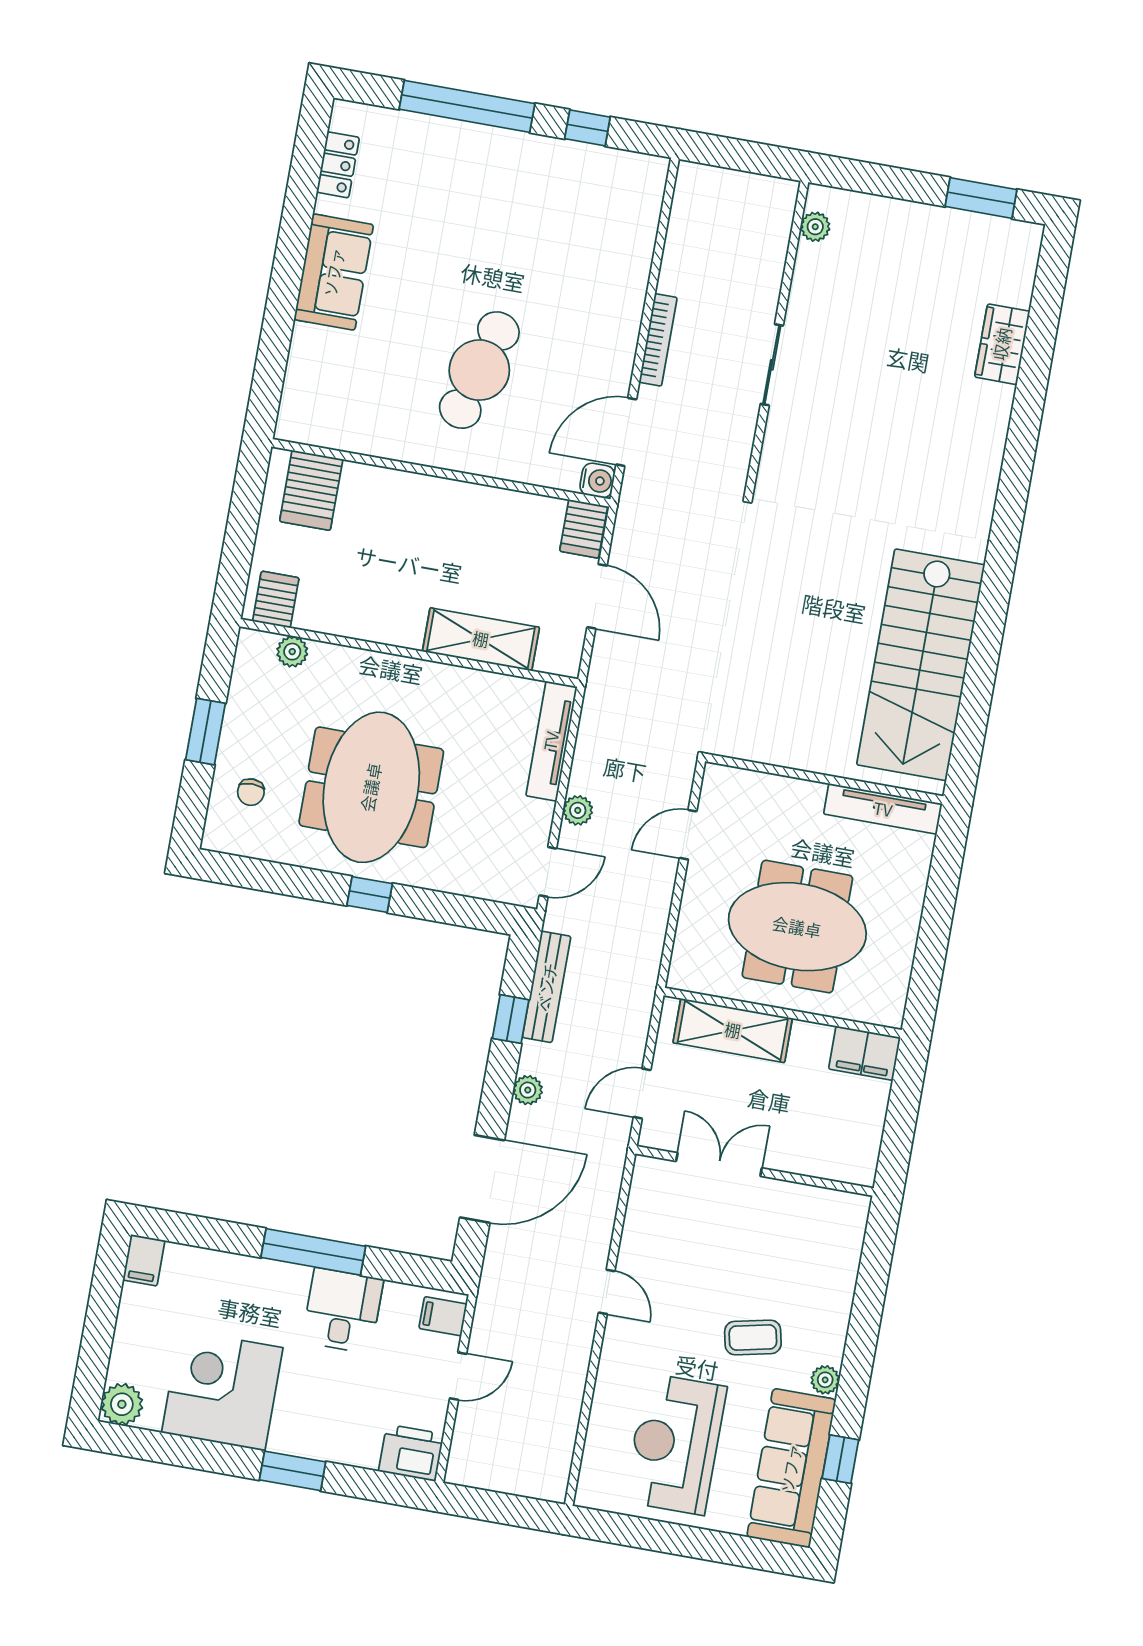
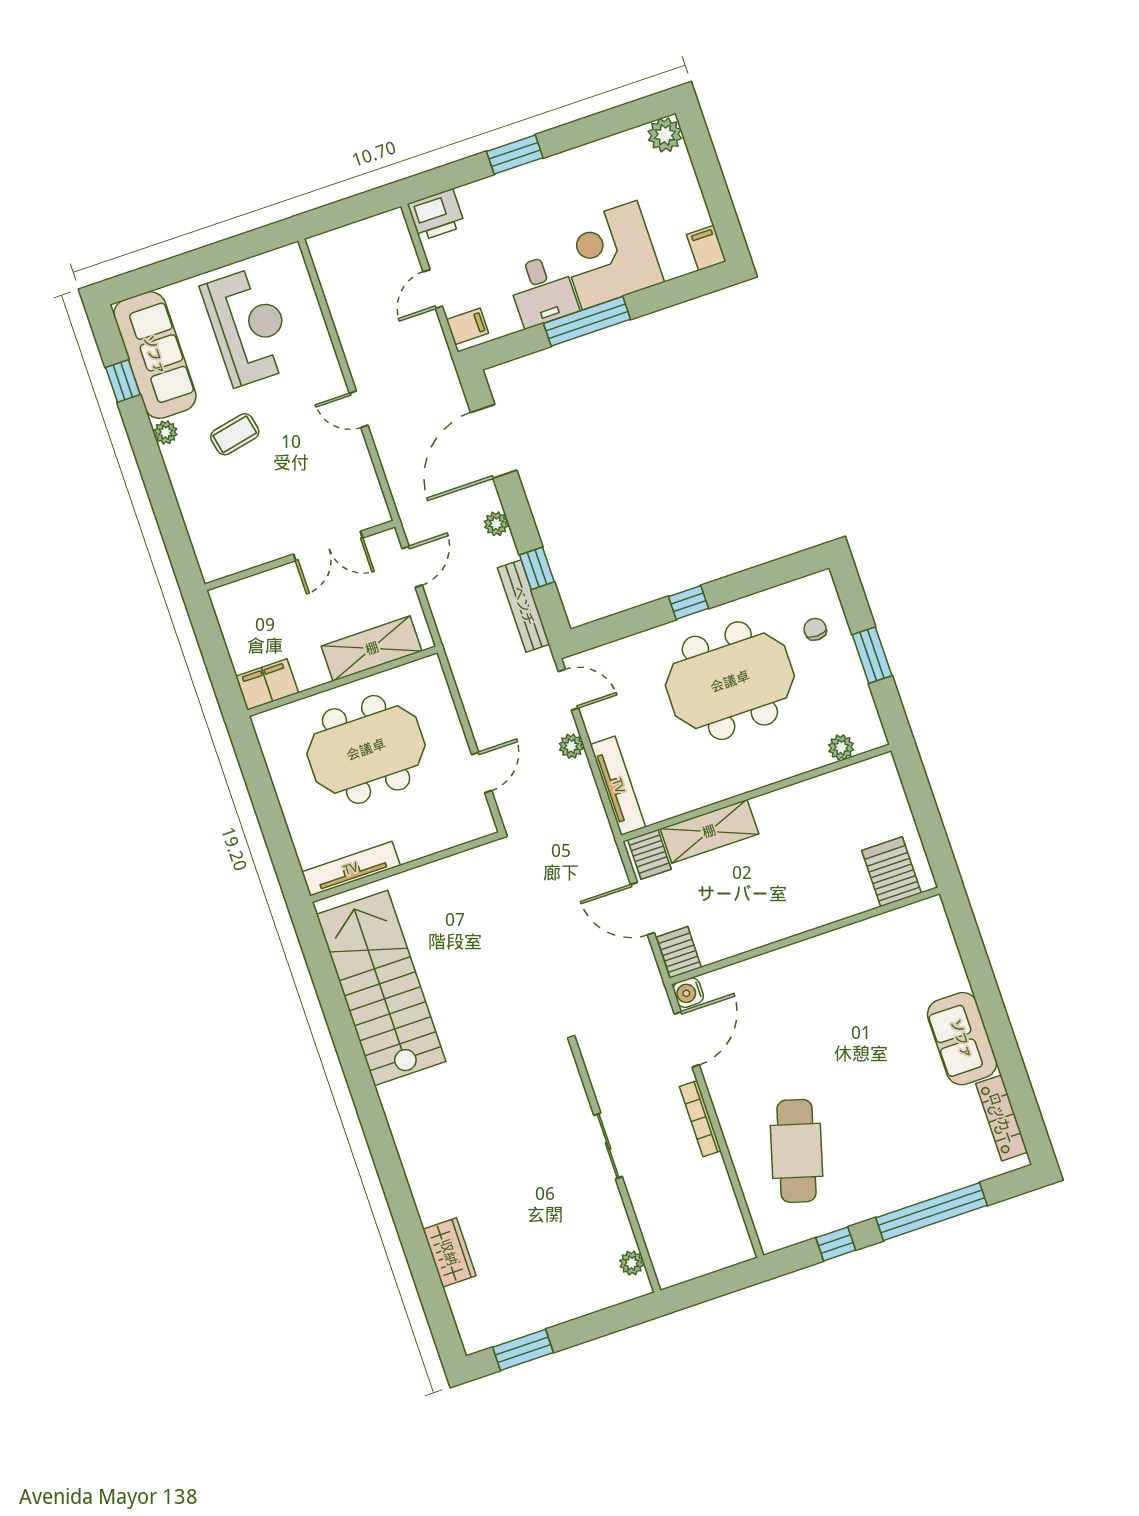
locker: (338, 165) -> (1002, 1118), width x1.53
cafe table: (479, 370) -> (797, 1151), moved
server rack: (276, 600) -> (649, 854), moved
meeting table: (371, 787) -> (730, 681), turned 90
door: (548, 872) -> (568, 690), swing flipped
corner desk: (222, 1390) -> (610, 255), moved, turned 180

